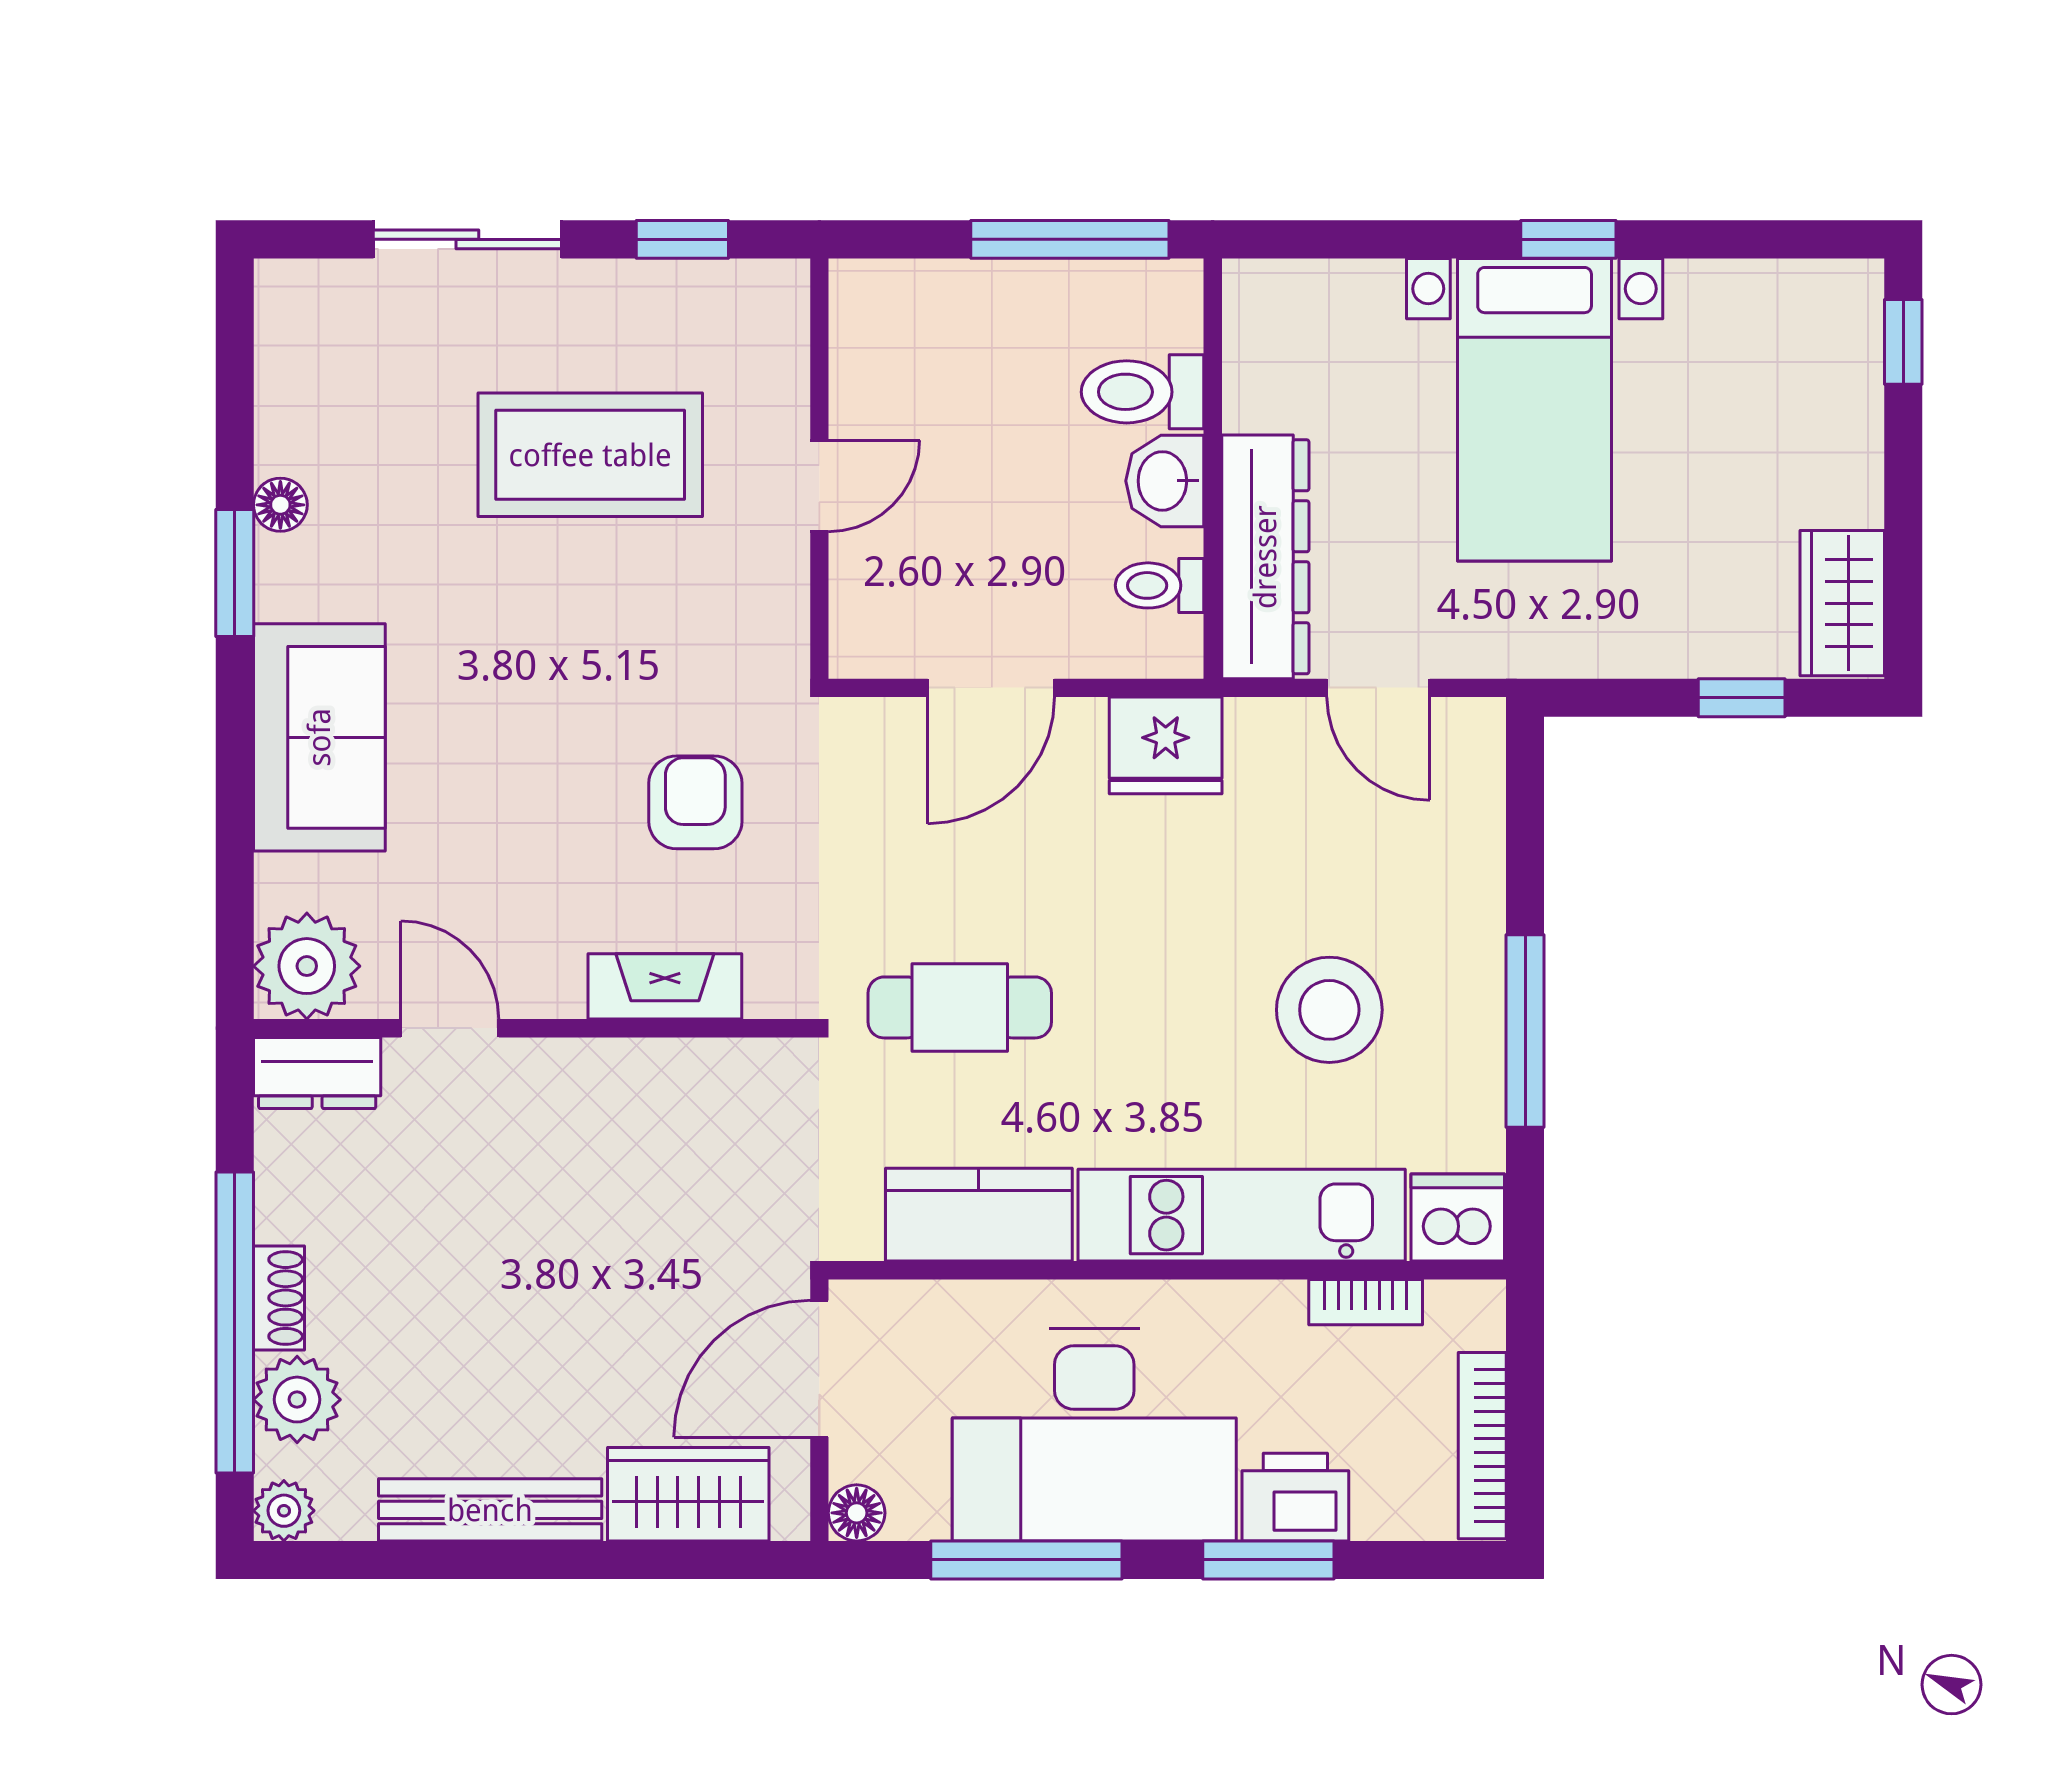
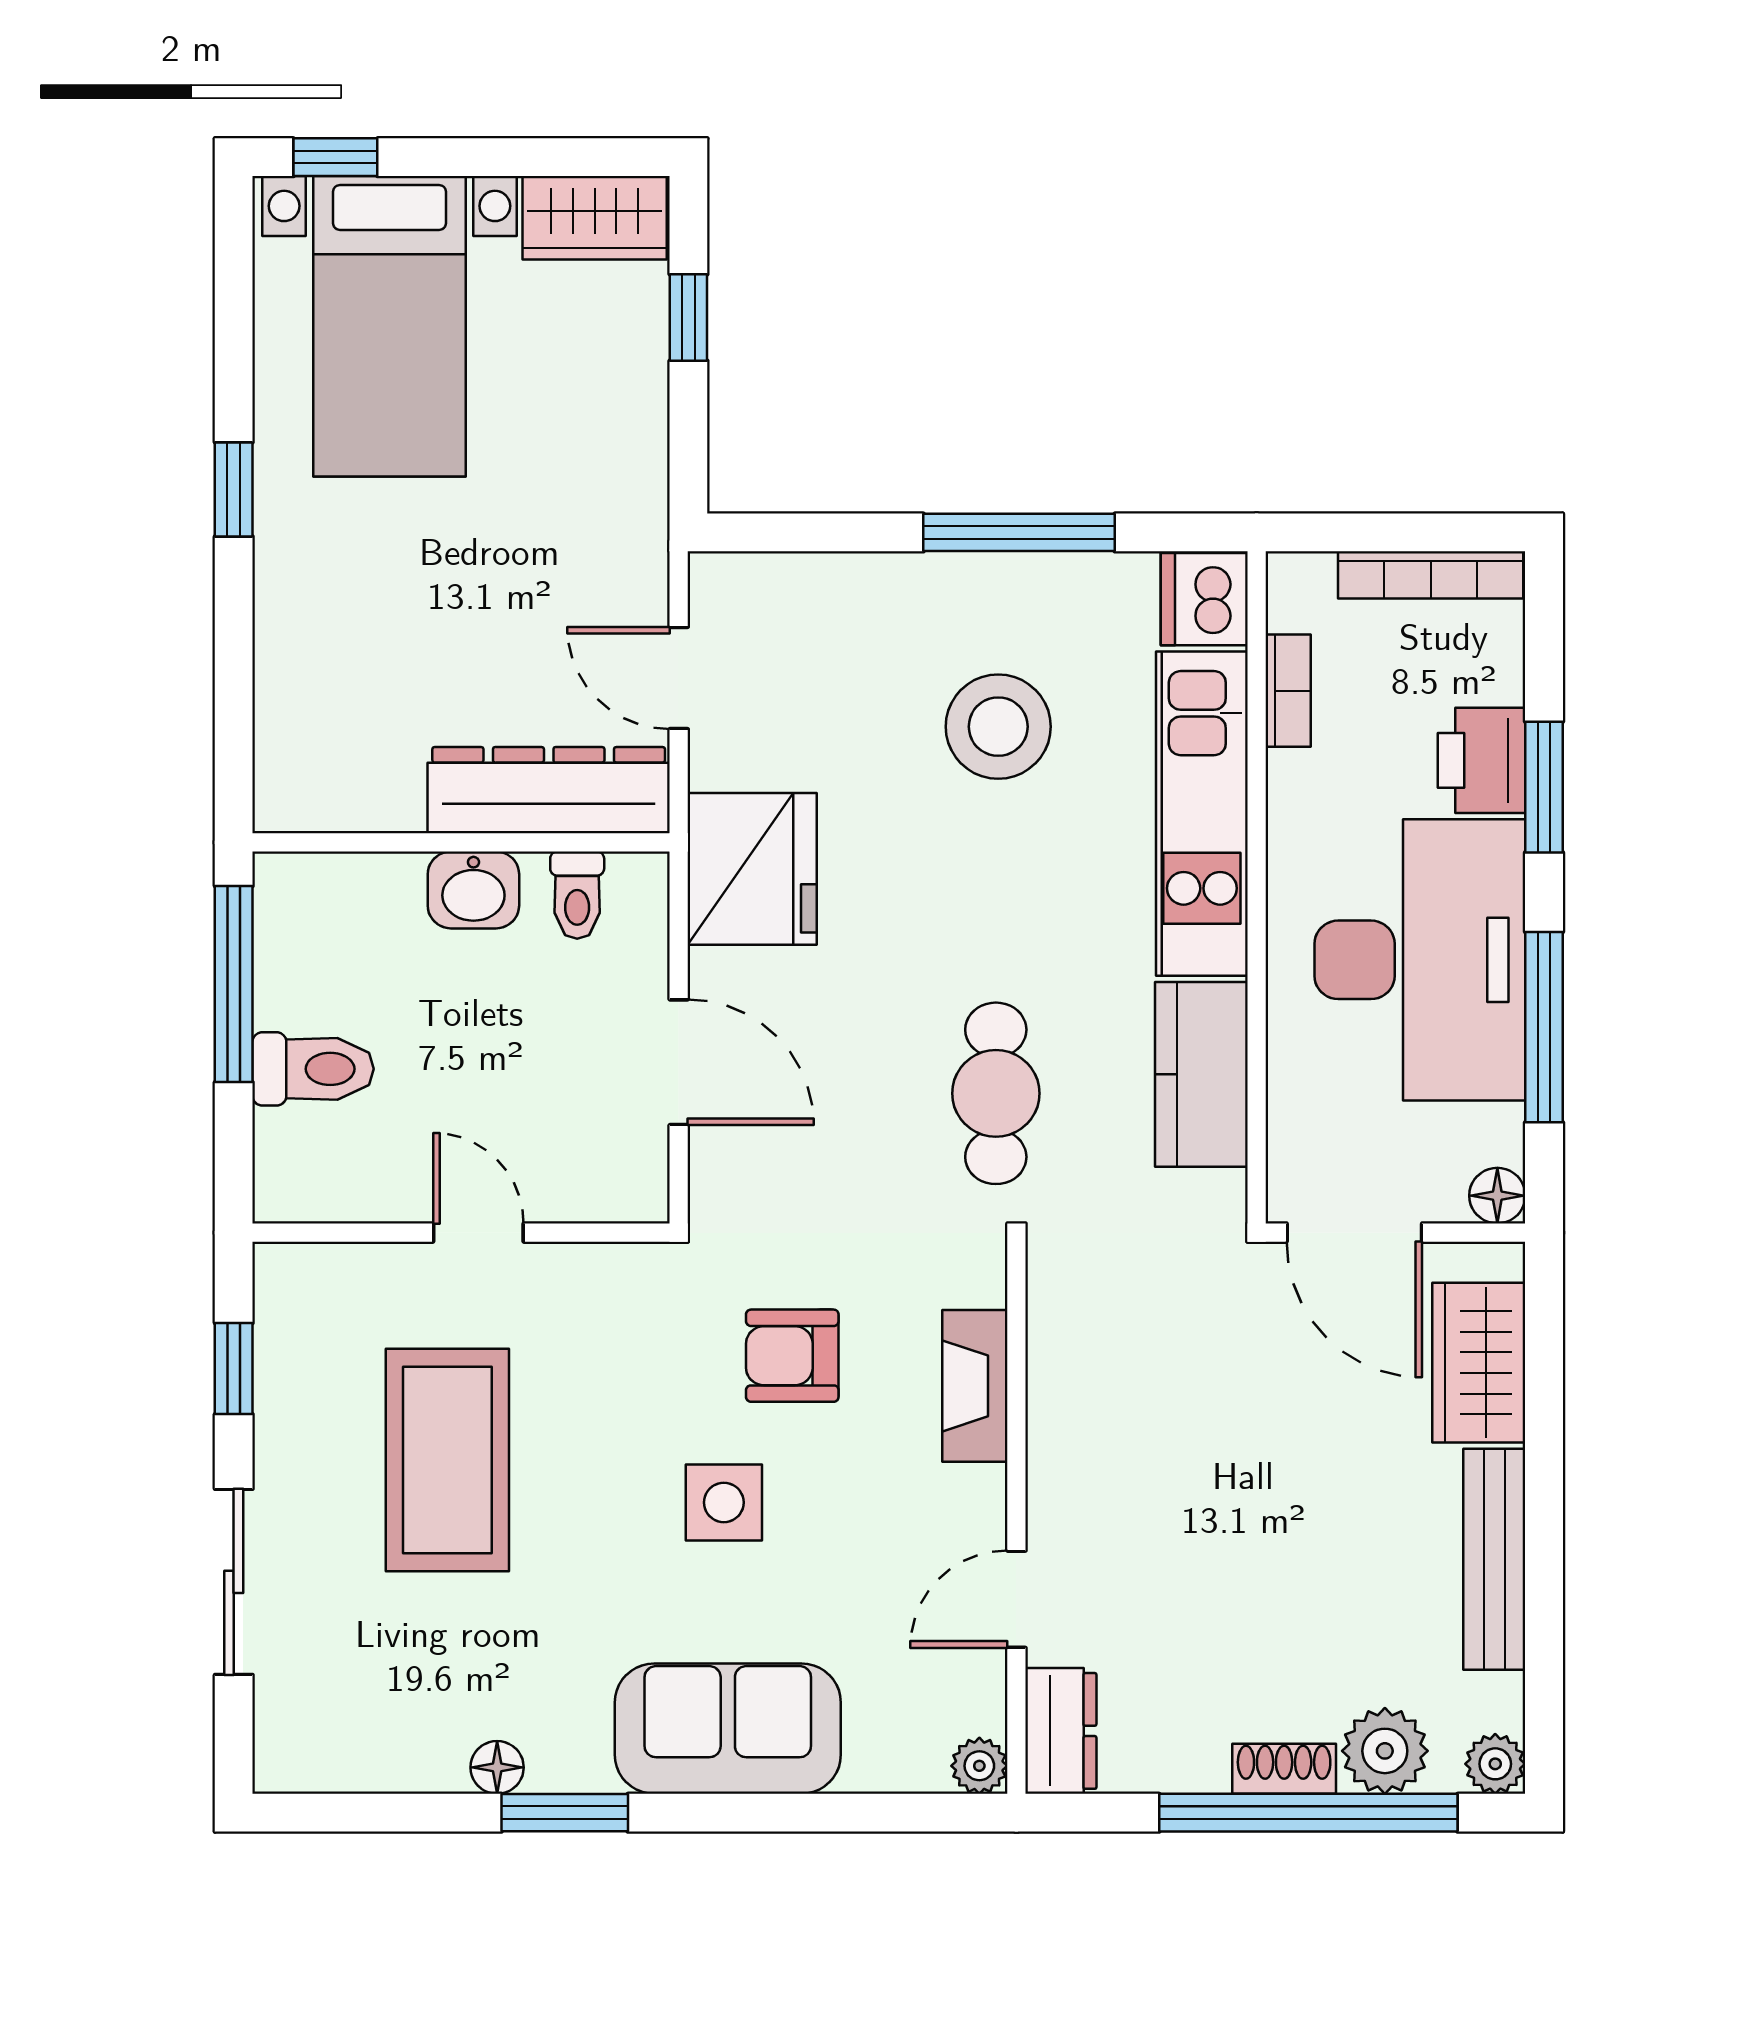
toilet: (1143, 392) -> (313, 1069), moved, turned -90
bed with nightstands: (1535, 410) -> (389, 326), moved, turned 90
door: (1378, 688) -> (679, 678), swing flipped
side table: (547, 733) -> (724, 1502), added
fridge: (1166, 745) -> (752, 869), width x1.36, depth x1.34
plant: (307, 966) -> (979, 1766), width x0.53, depth x0.53

